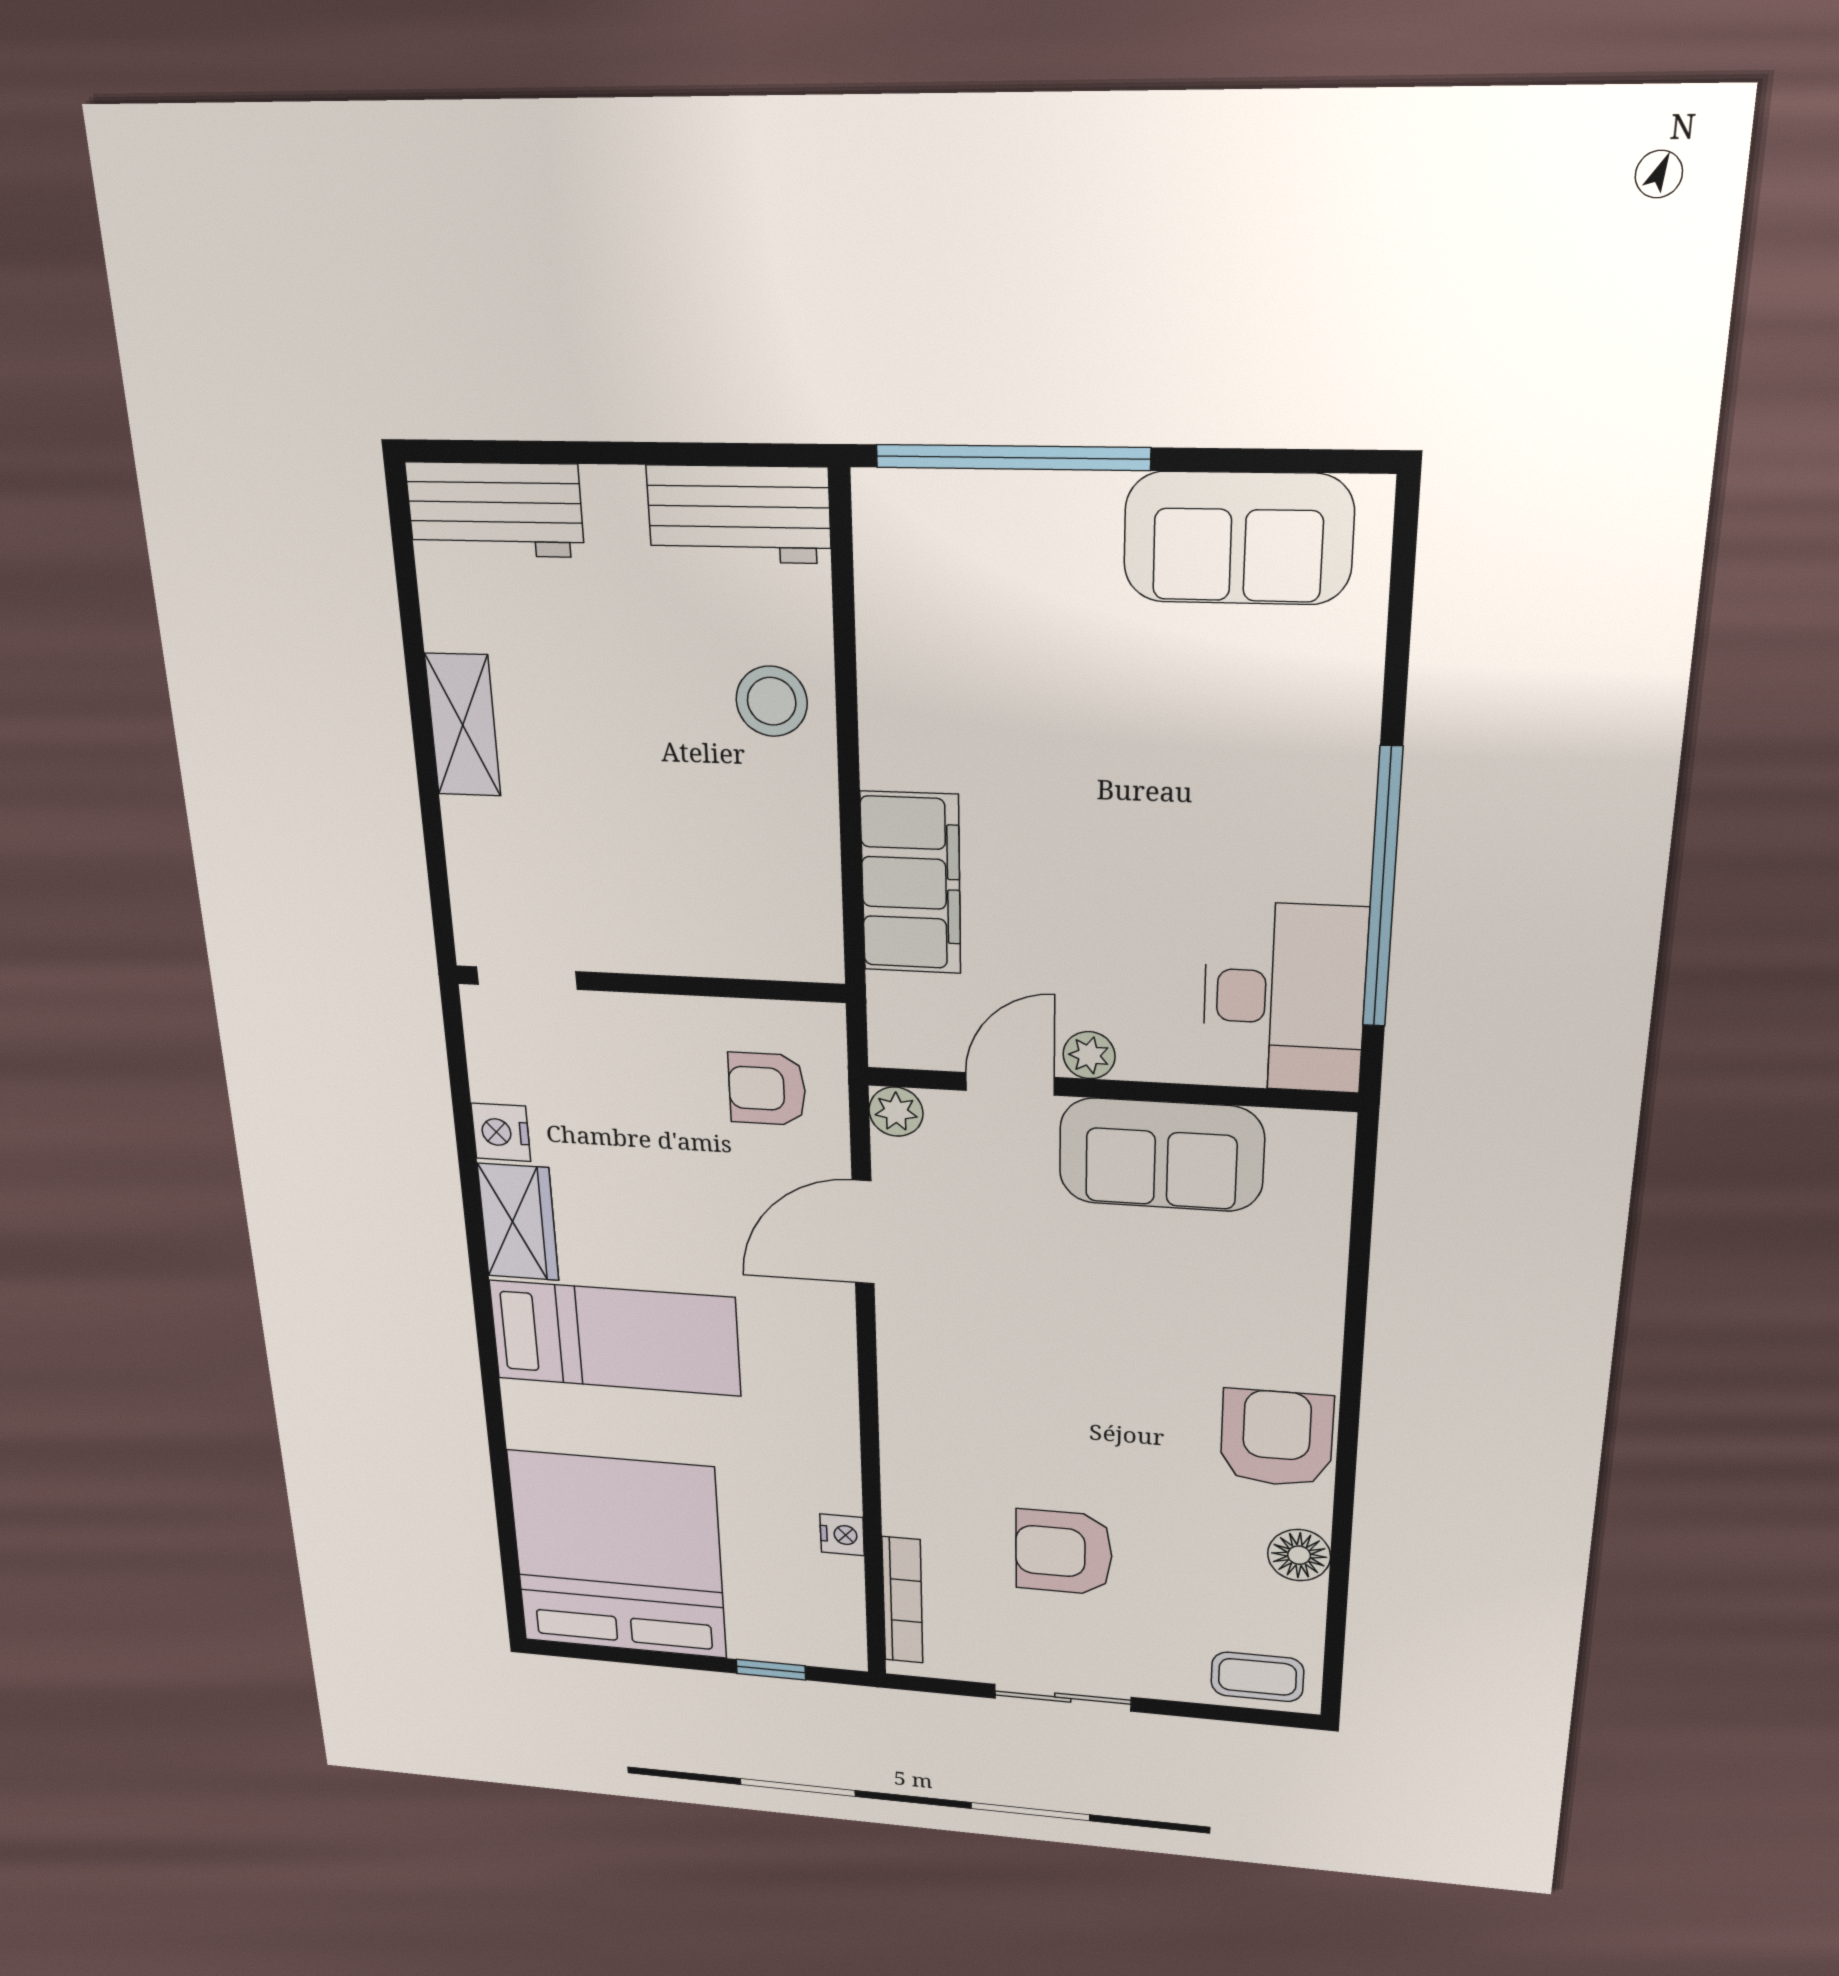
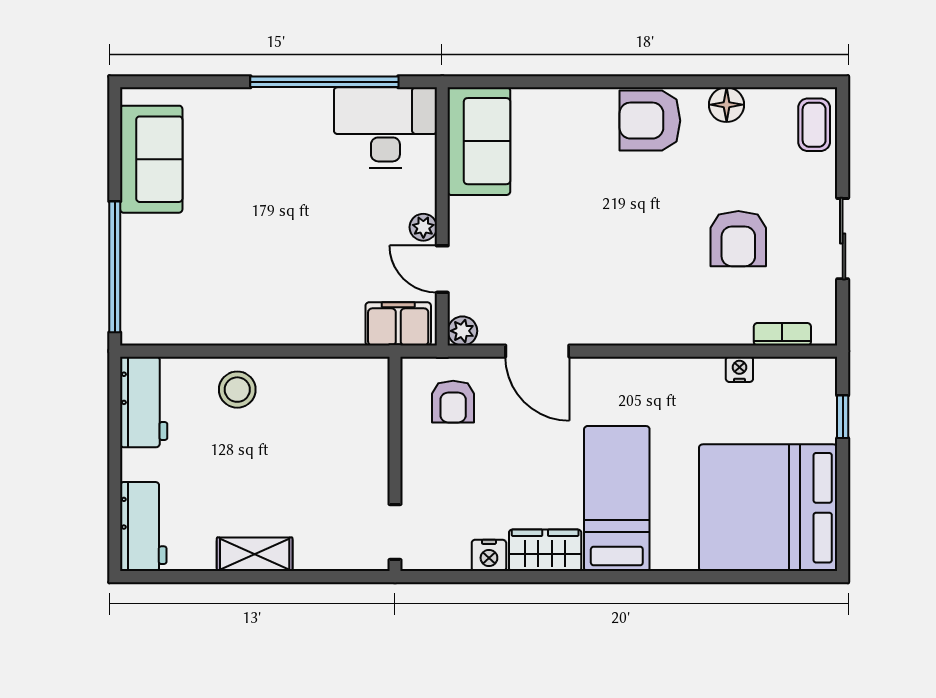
filing cabinet: (911, 883) -> (398, 324), moved, width x0.67, depth x0.86
sofa: (1161, 1155) -> (479, 141), moved
bookcase: (902, 1600) -> (782, 334), width x0.64

